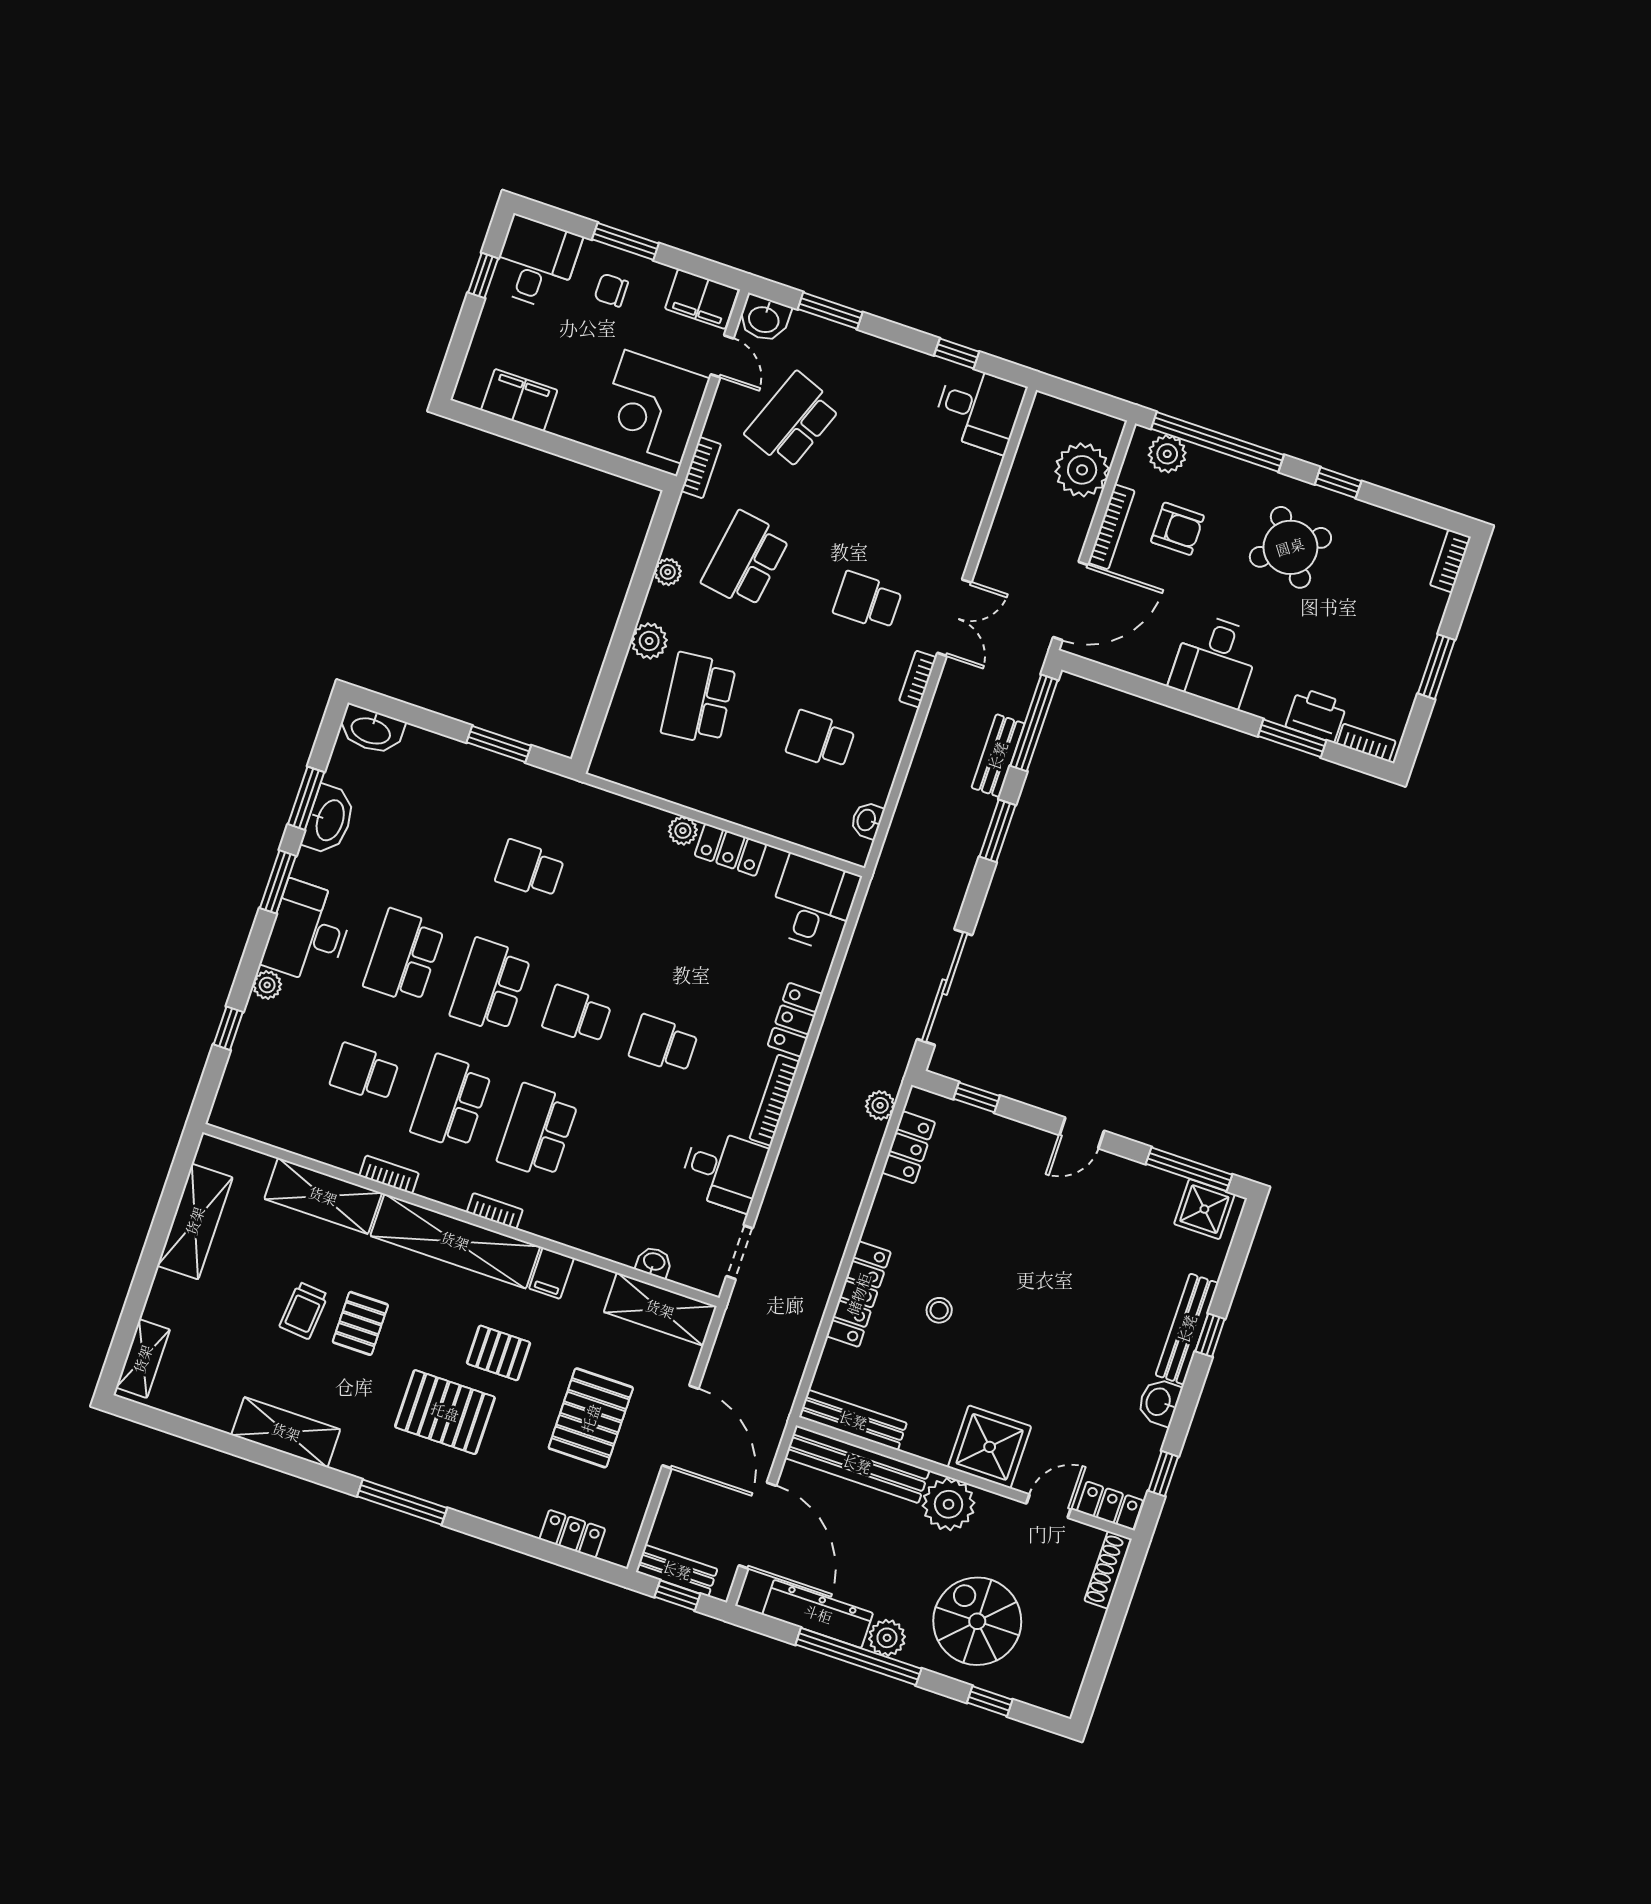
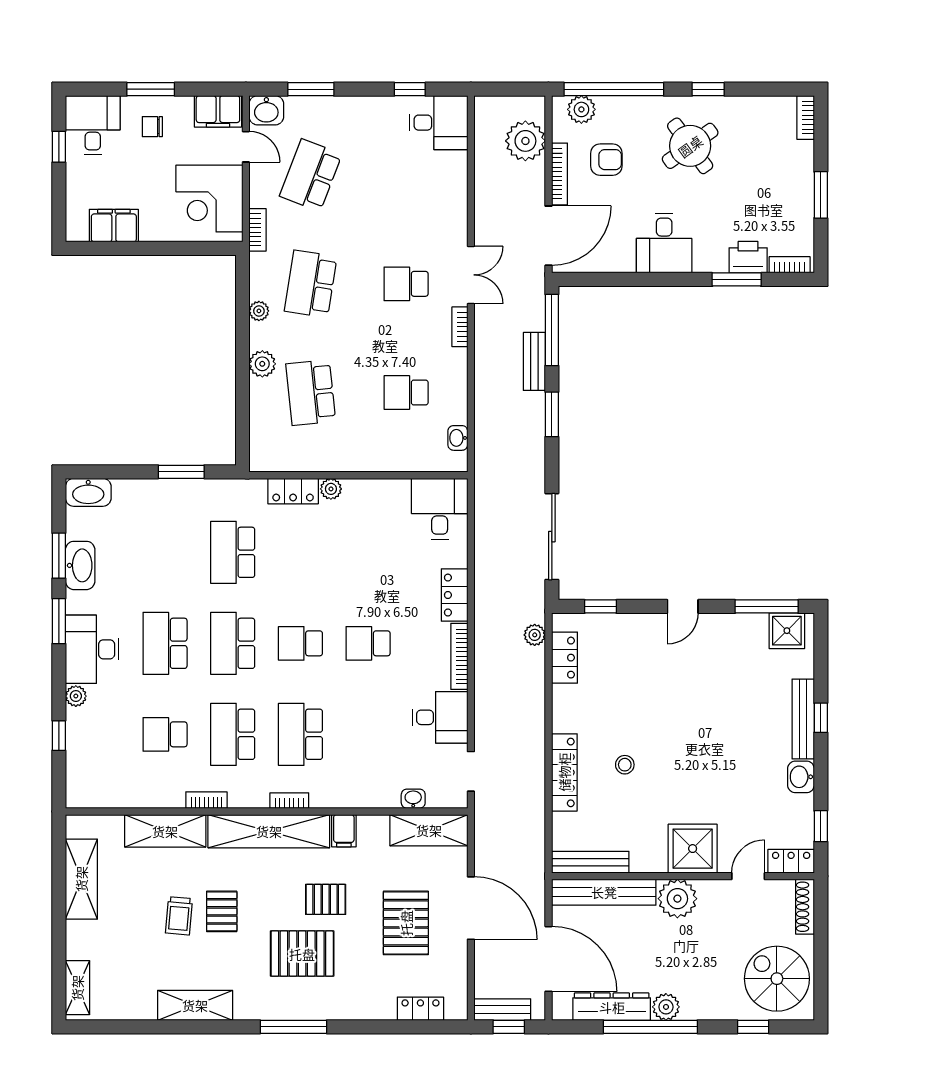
locker: (730, 850) -> (293, 491), moved
school desk: (530, 869) -> (233, 552), width x1.85
spiral stairs: (977, 1621) -> (777, 979), moved

